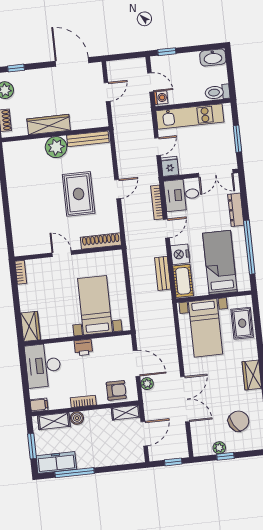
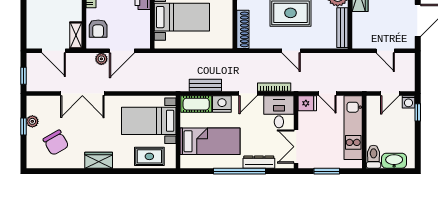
washbasin: (213, 57) -> (394, 161), moved, turned 90
washing machine: (161, 98) -> (408, 102), moved
door: (166, 229) -> (248, 94), hinge flipped
window: (249, 247) -> (239, 171), moved

